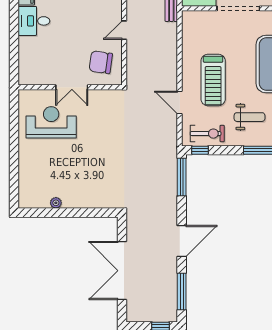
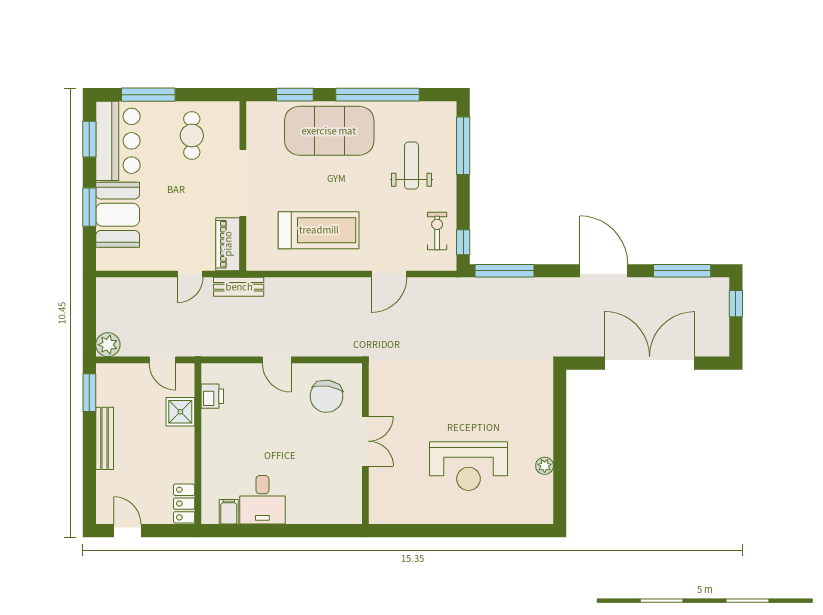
treadmill: (213, 80) -> (319, 230), moved
reception desk: (51, 122) -> (468, 466), moved, turned -90
exercise bike: (207, 134) -> (437, 231), width x0.73, depth x0.72
double door: (122, 271) -> (650, 363), swing flipped

